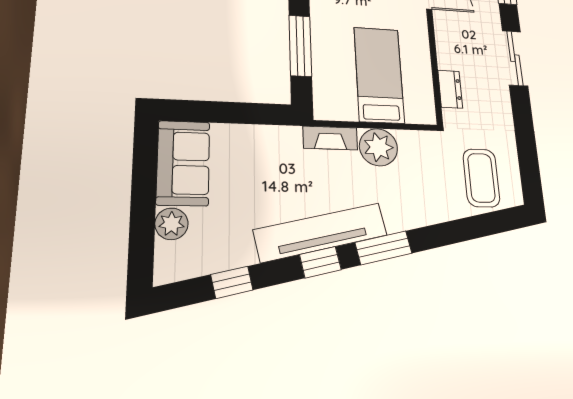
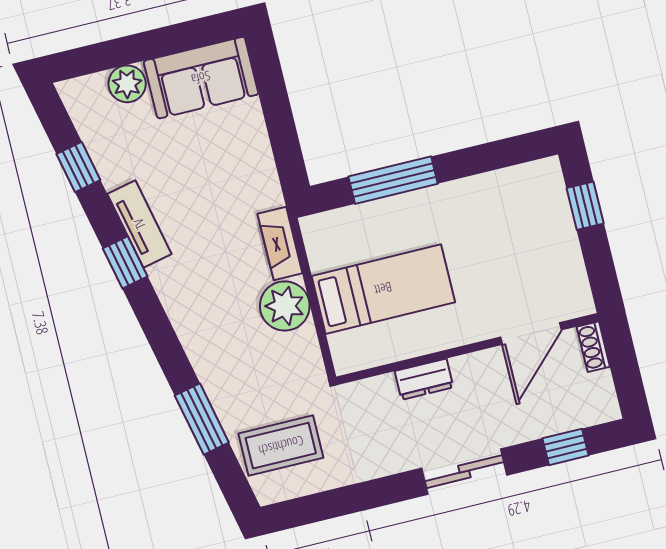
dresser: (450, 89) -> (424, 379), moved
tv unit: (321, 232) -> (139, 224), width x0.52, depth x0.78
window: (384, 248) -> (202, 419), moved

